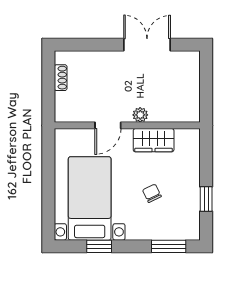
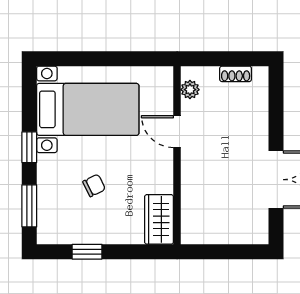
plant: (140, 115) -> (190, 90), moved
wardrobe: (154, 140) -> (159, 219), moved
window: (99, 246) -> (29, 147), moved

